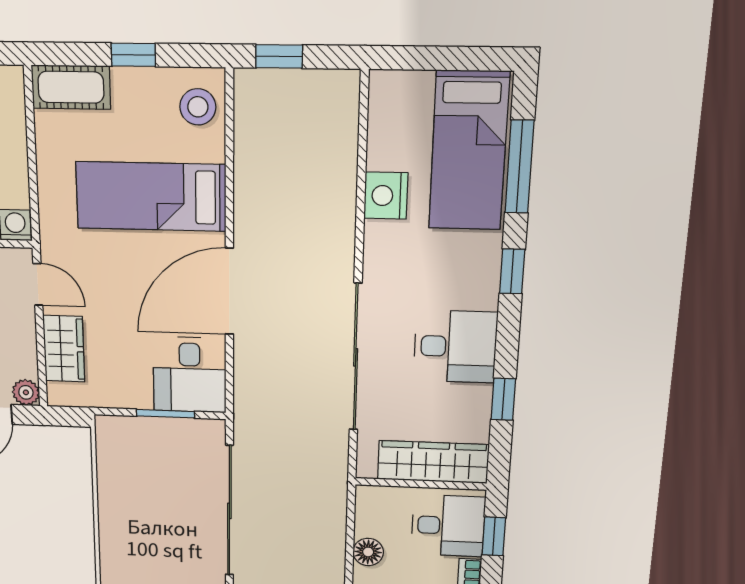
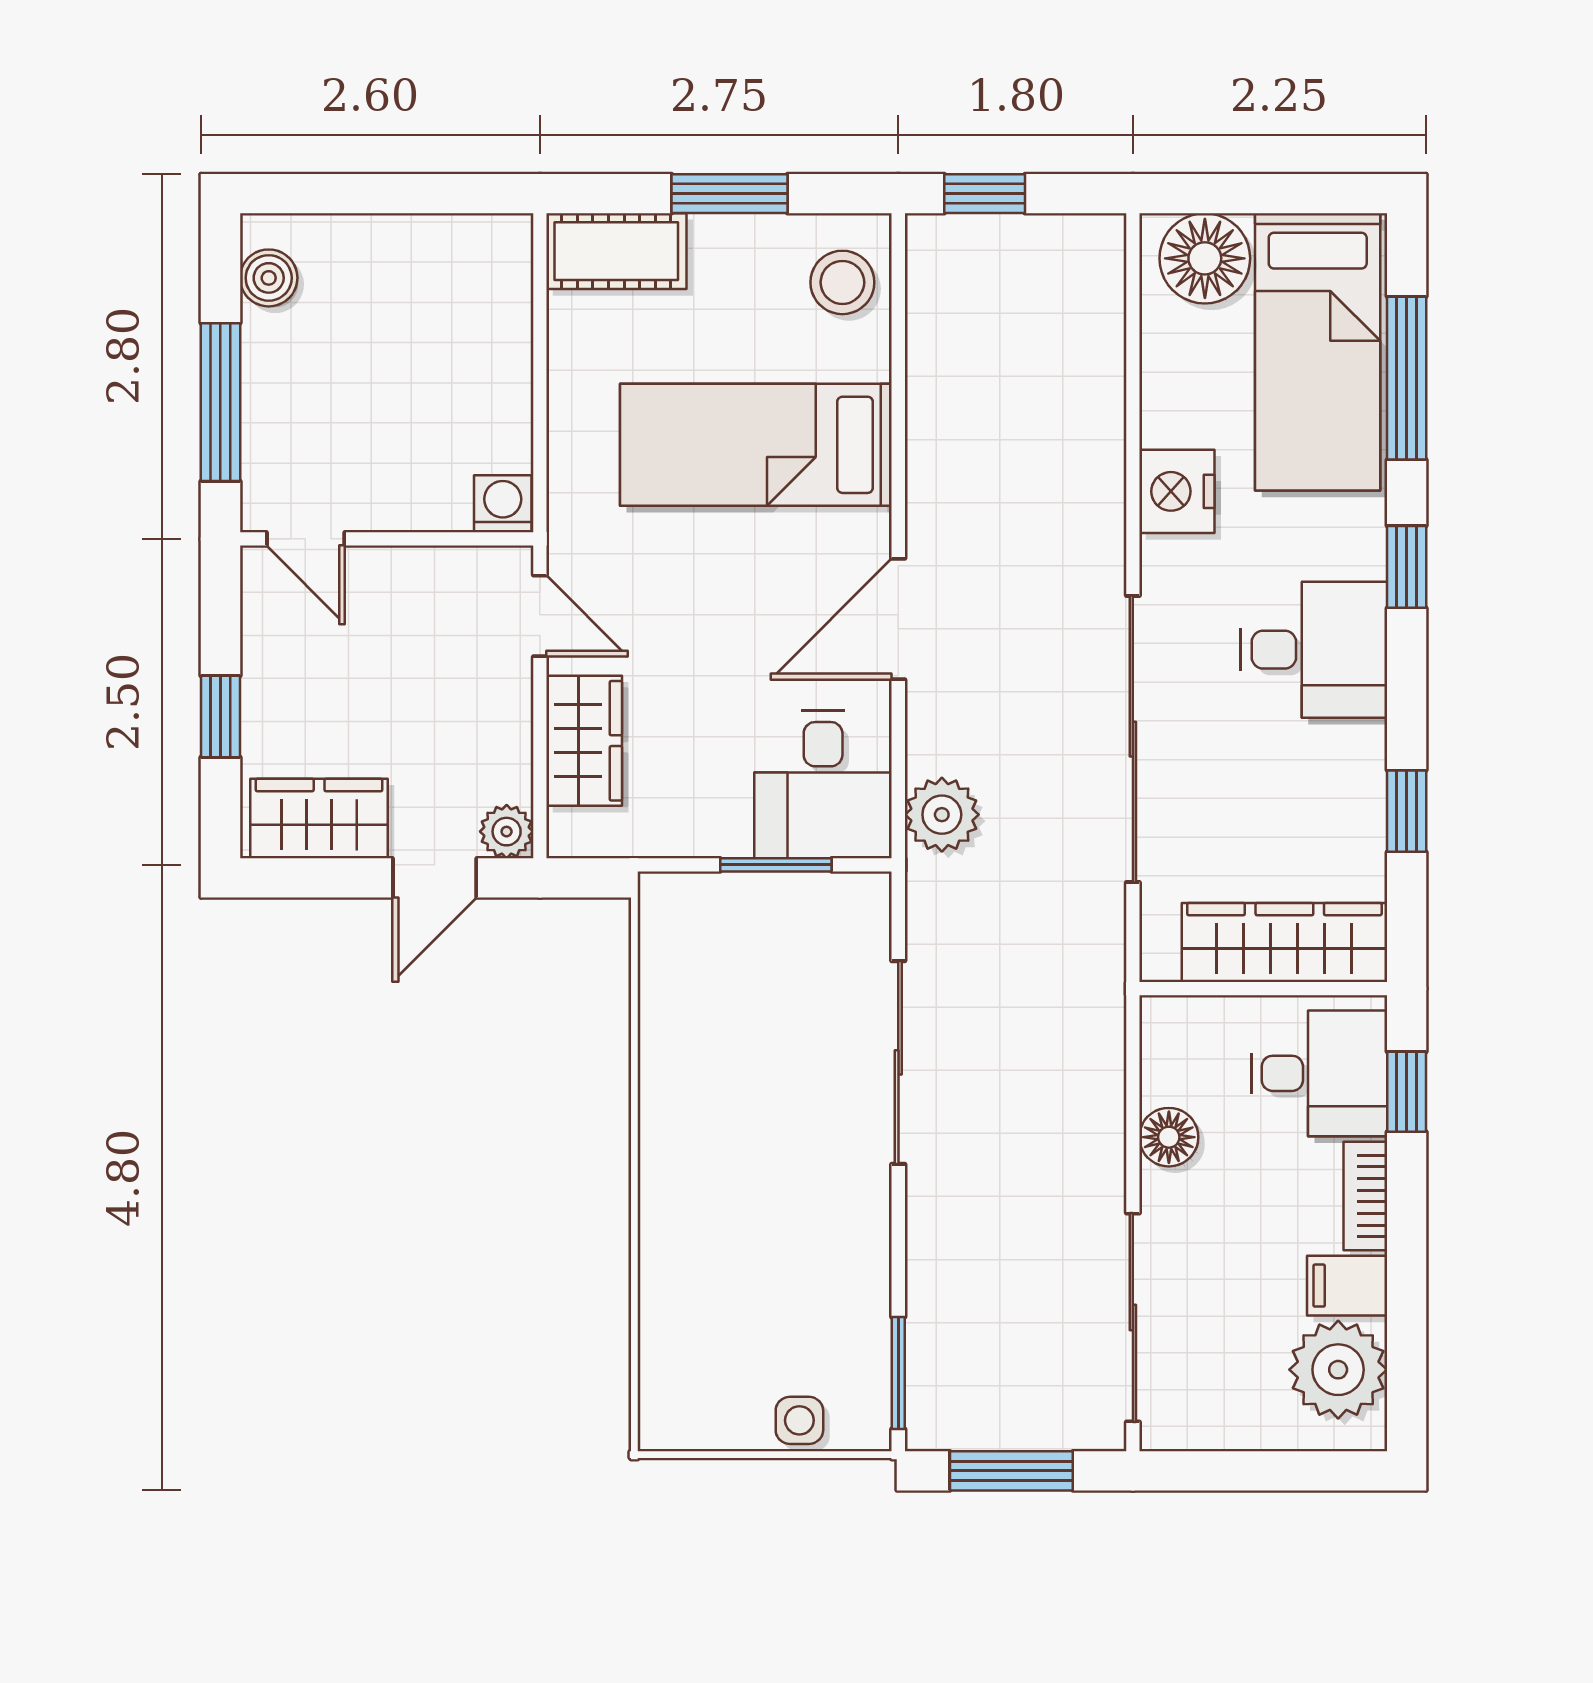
window: (133, 55) -> (730, 194), width x1.50
floor lamp: (406, 96) -> (1205, 258), added
nightstand: (386, 196) -> (1177, 491), moved
door: (229, 291) -> (898, 619), width x0.73
desk: (455, 347) -> (1314, 650), moved
plant: (252, 392) -> (942, 815), added
sliding door: (229, 511) -> (898, 1062), width x0.73

